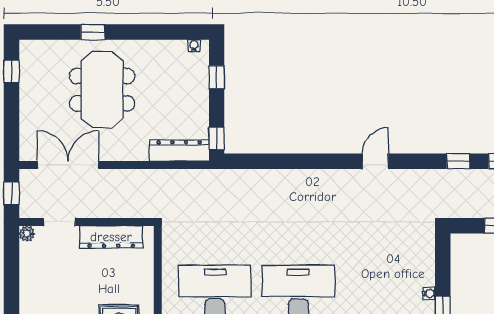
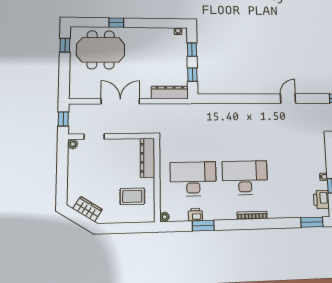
meeting table: (102, 90) -> (101, 50), moved, turned 90
window: (217, 139) -> (192, 75), moved
double door: (68, 165) -> (120, 101), moved
dresser: (111, 237) -> (147, 158), moved, turned 90

